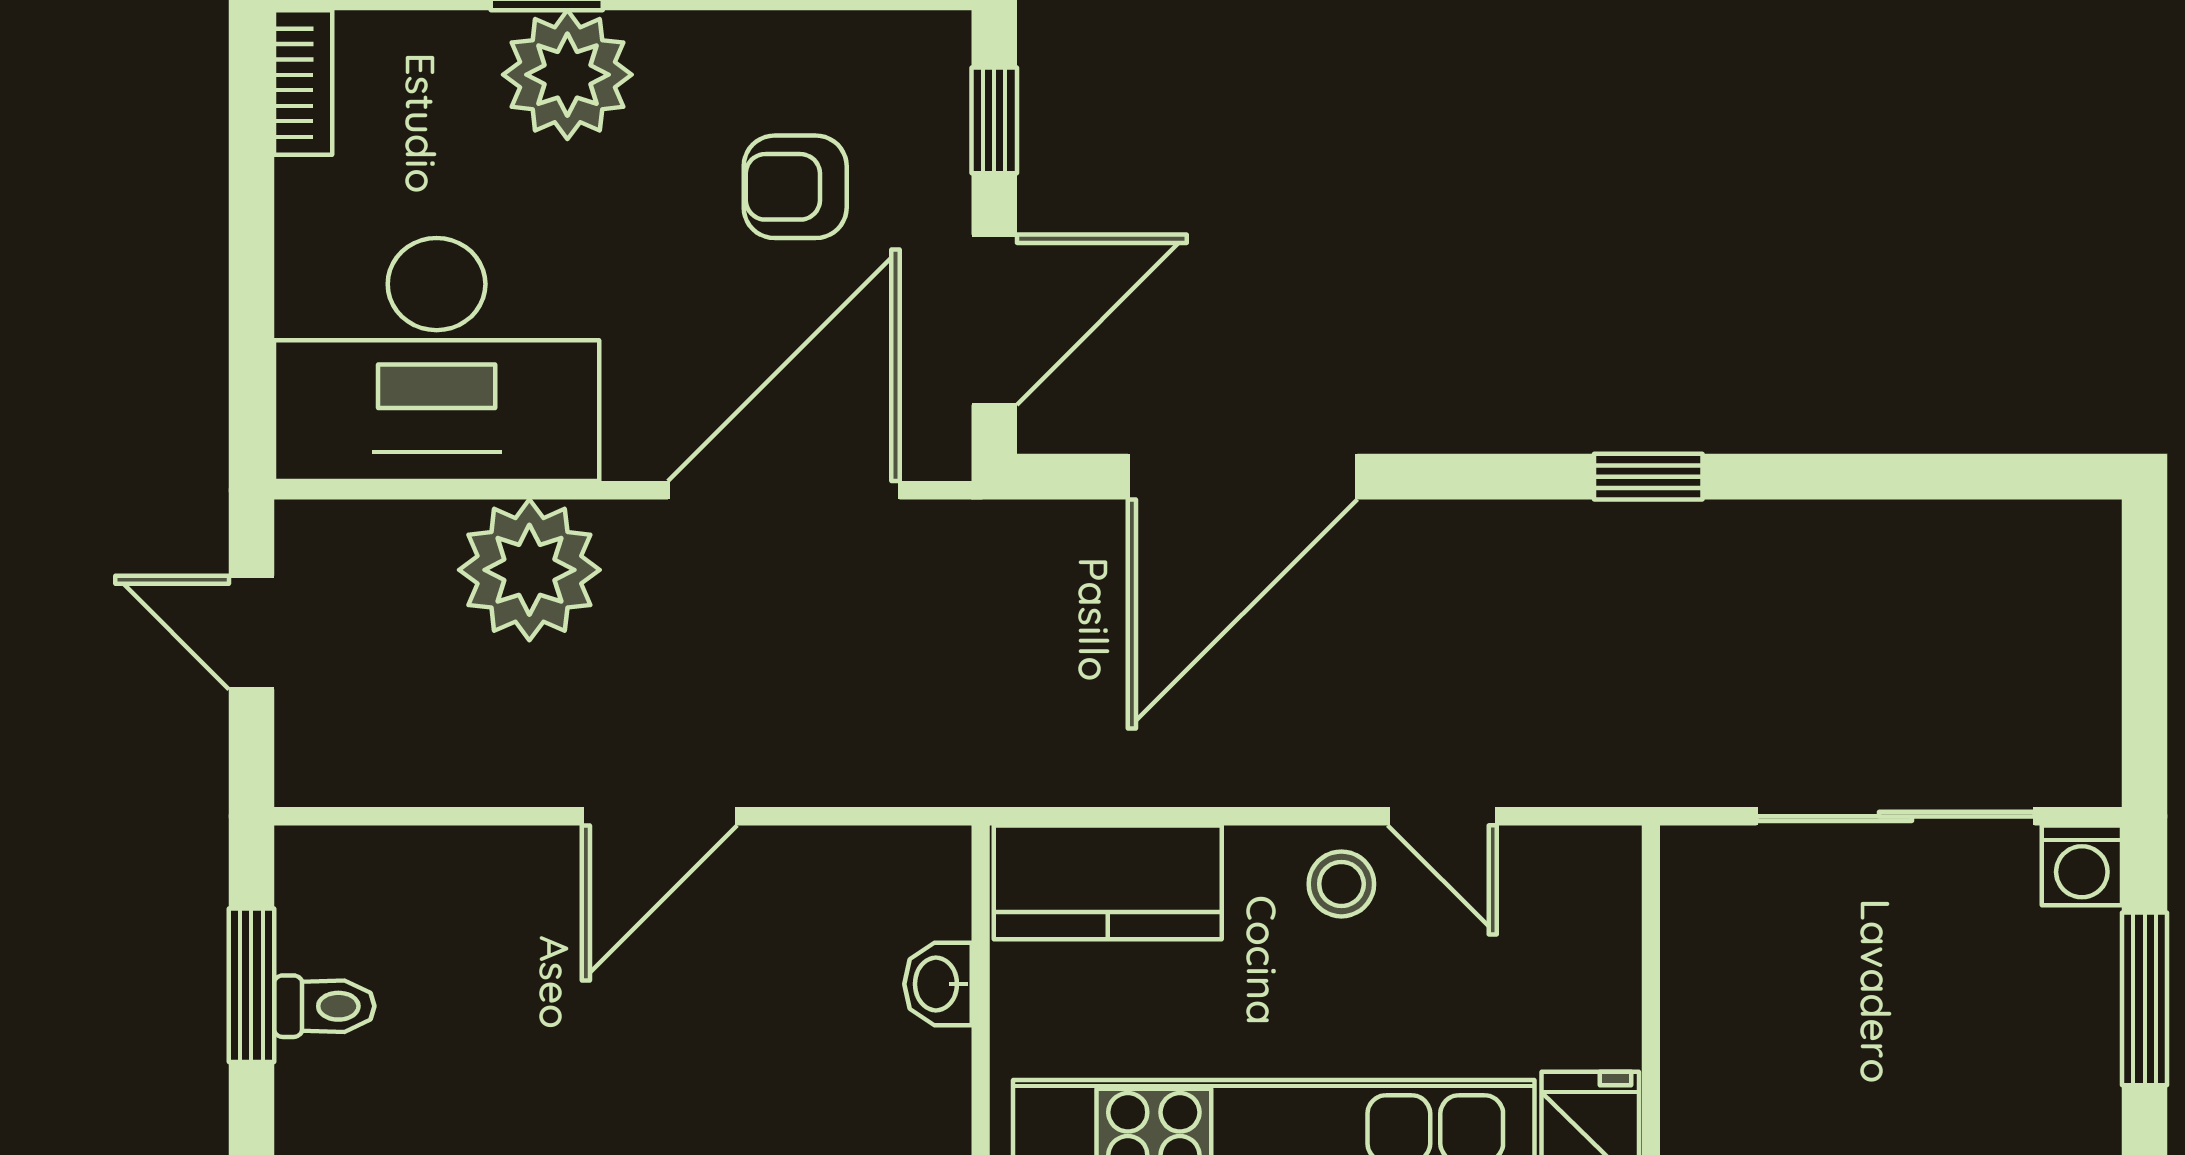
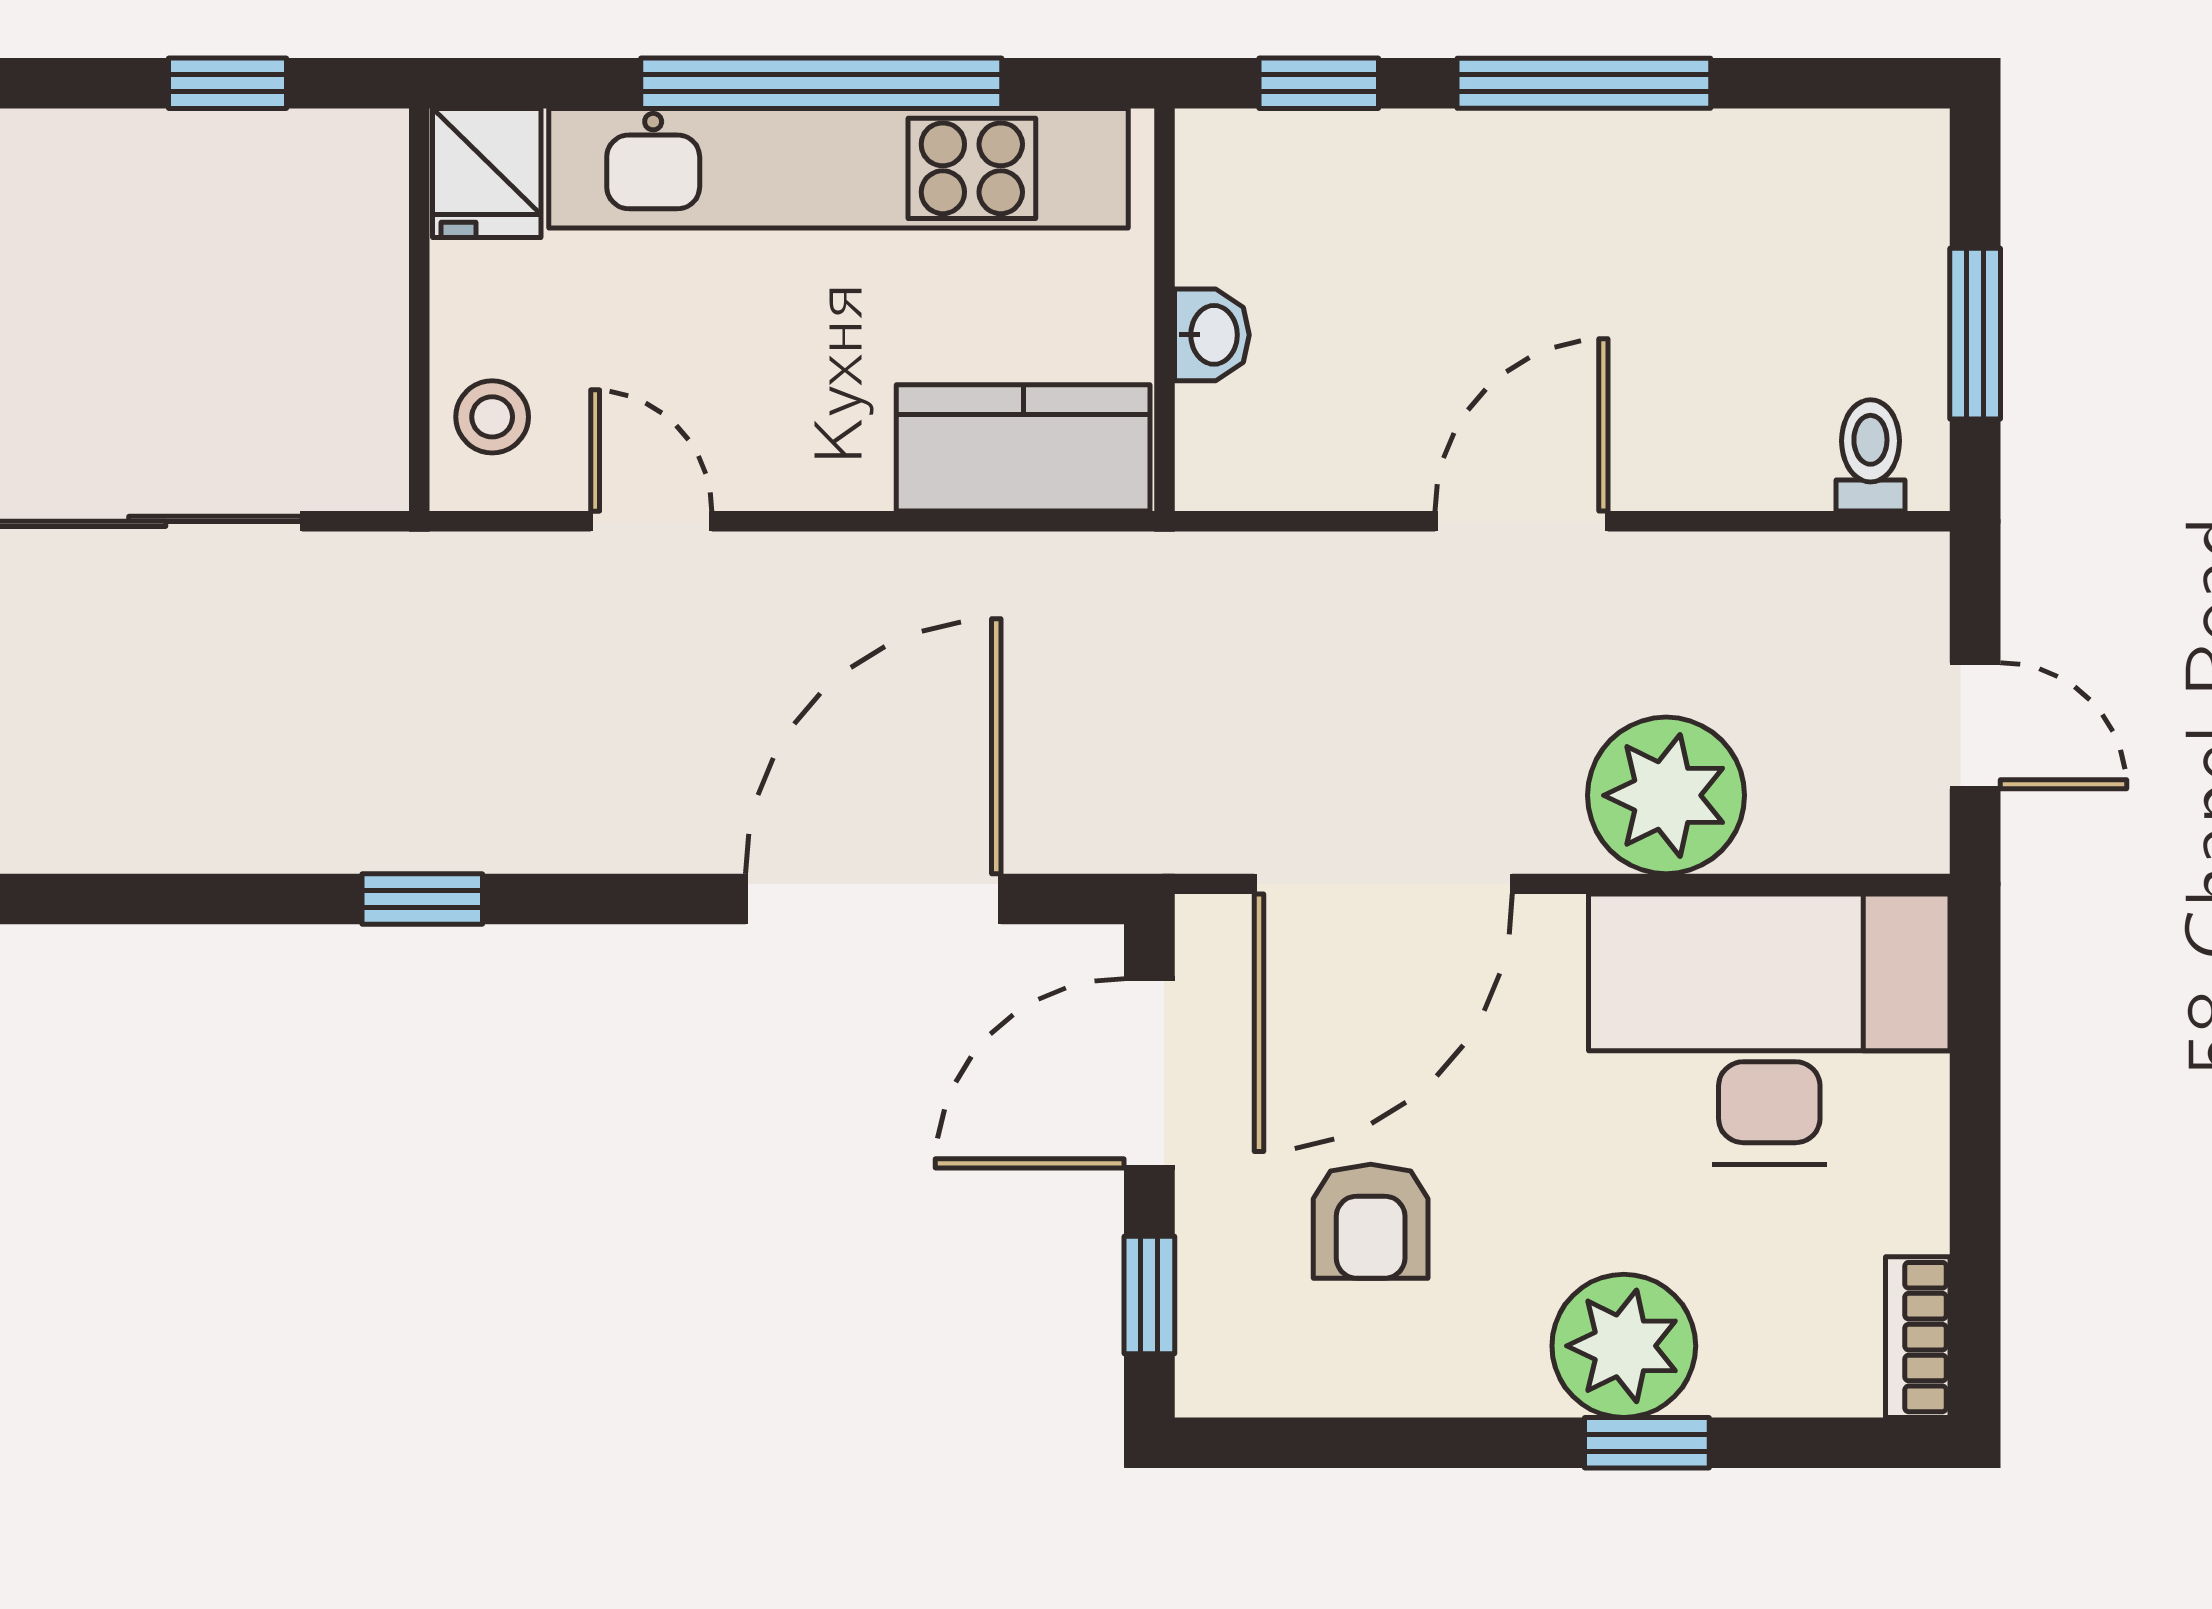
armchair: (795, 187) -> (1371, 1221), turned 90
stool: (1341, 884) -> (492, 417), moved
toilet: (324, 1006) -> (1870, 455), moved, turned 90

